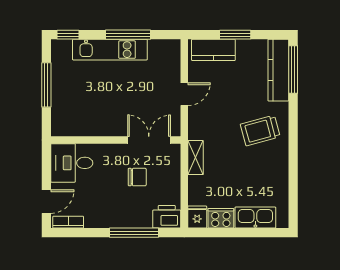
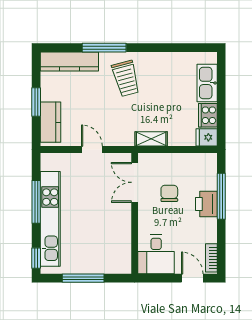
kitchen unit: (110, 50) -> (50, 219), width x1.36
window: (293, 70) -> (104, 48), moved
printer: (167, 217) -> (206, 204), moved

